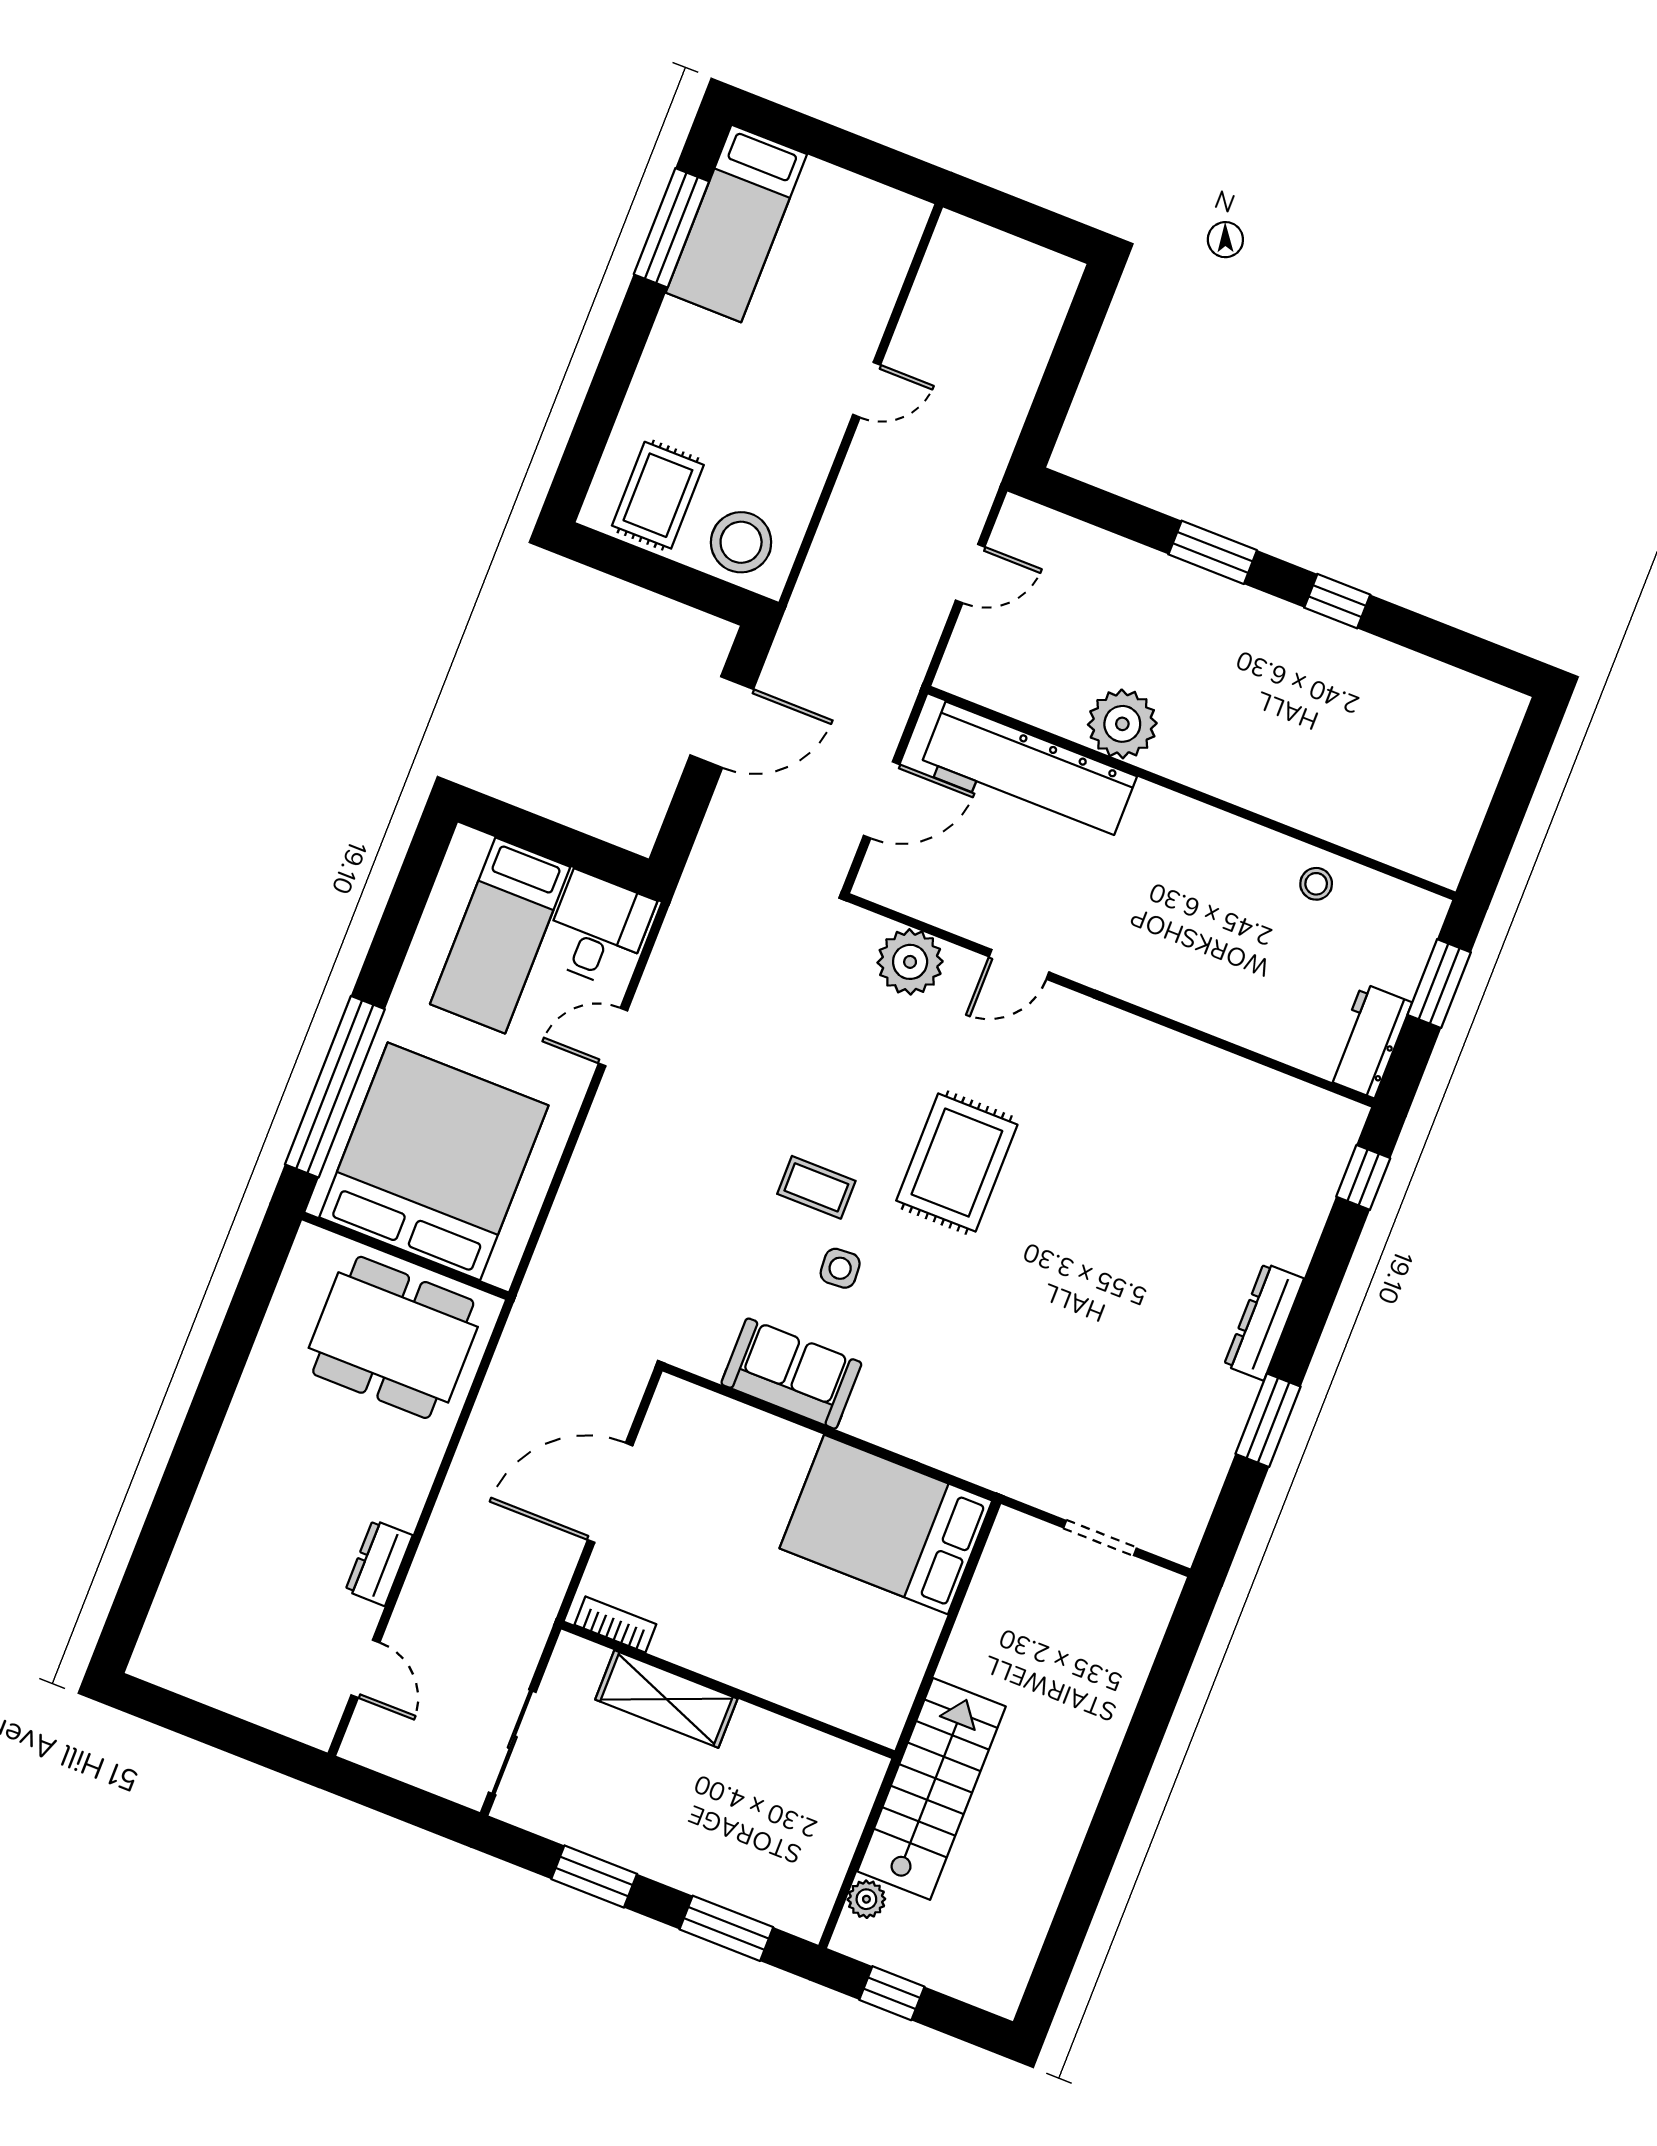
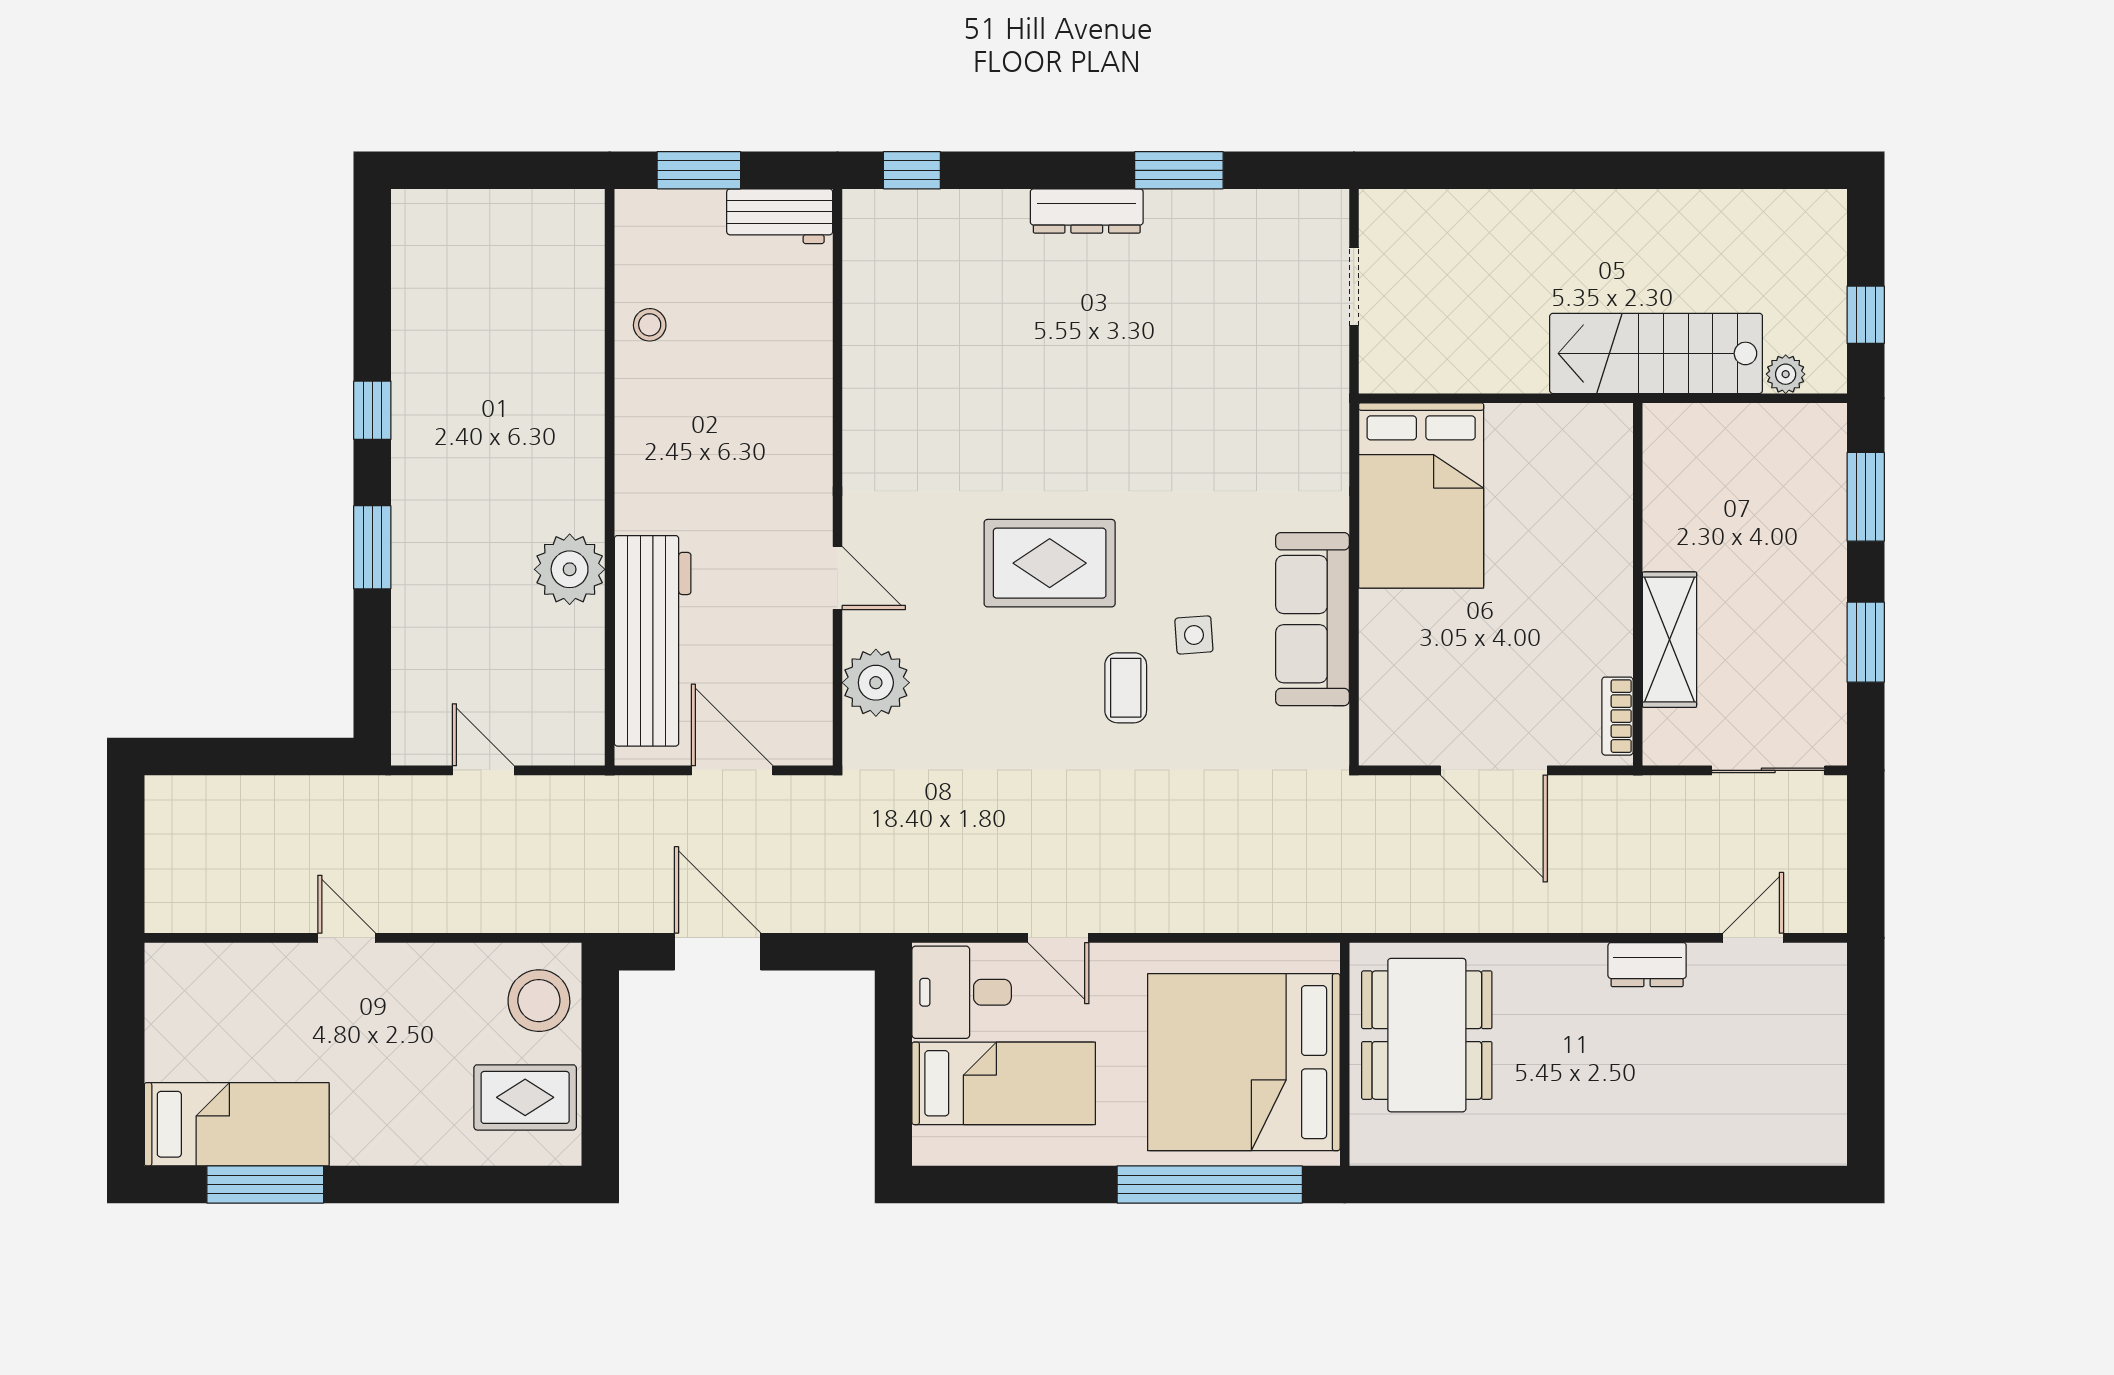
sofa: (791, 1374) -> (1313, 619), width x1.36

